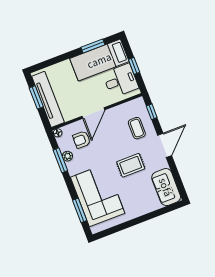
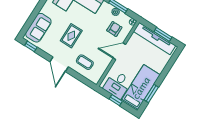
window: (152, 112) -> (31, 46), moved
door: (93, 113) -> (119, 51), hinge flipped
sofa: (166, 187) -> (38, 28), moved, turned 90

